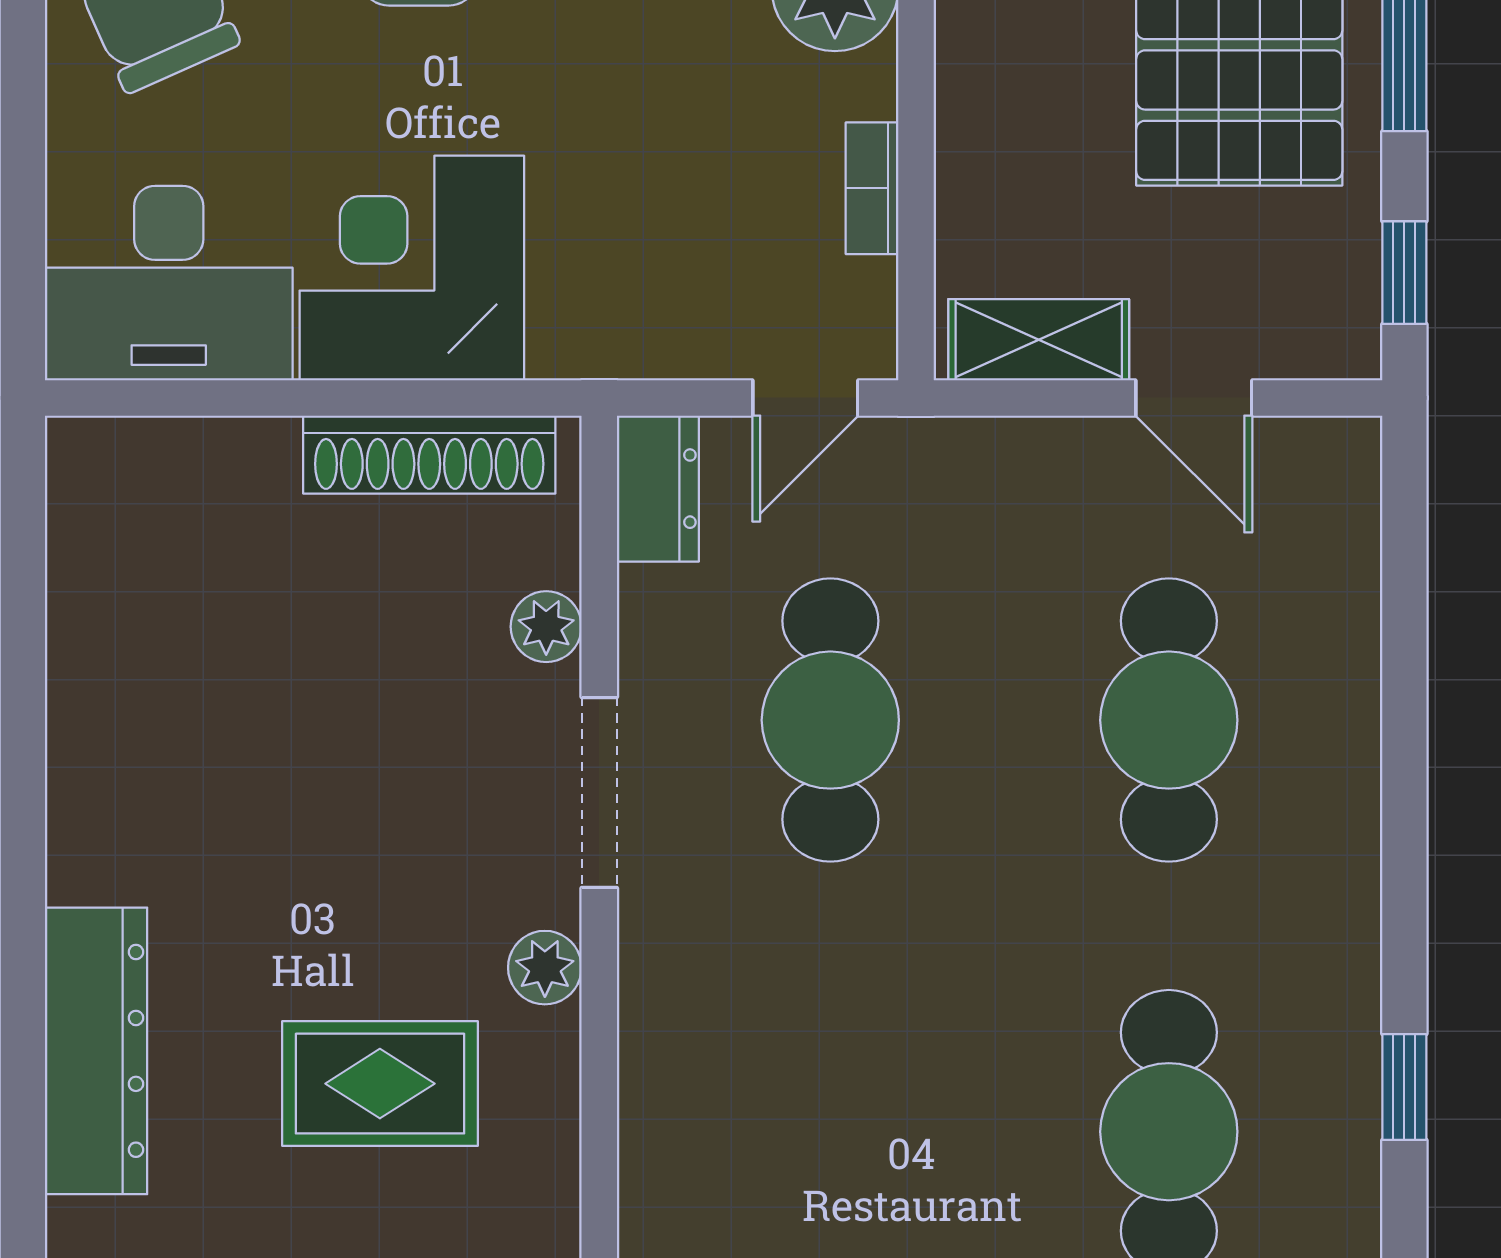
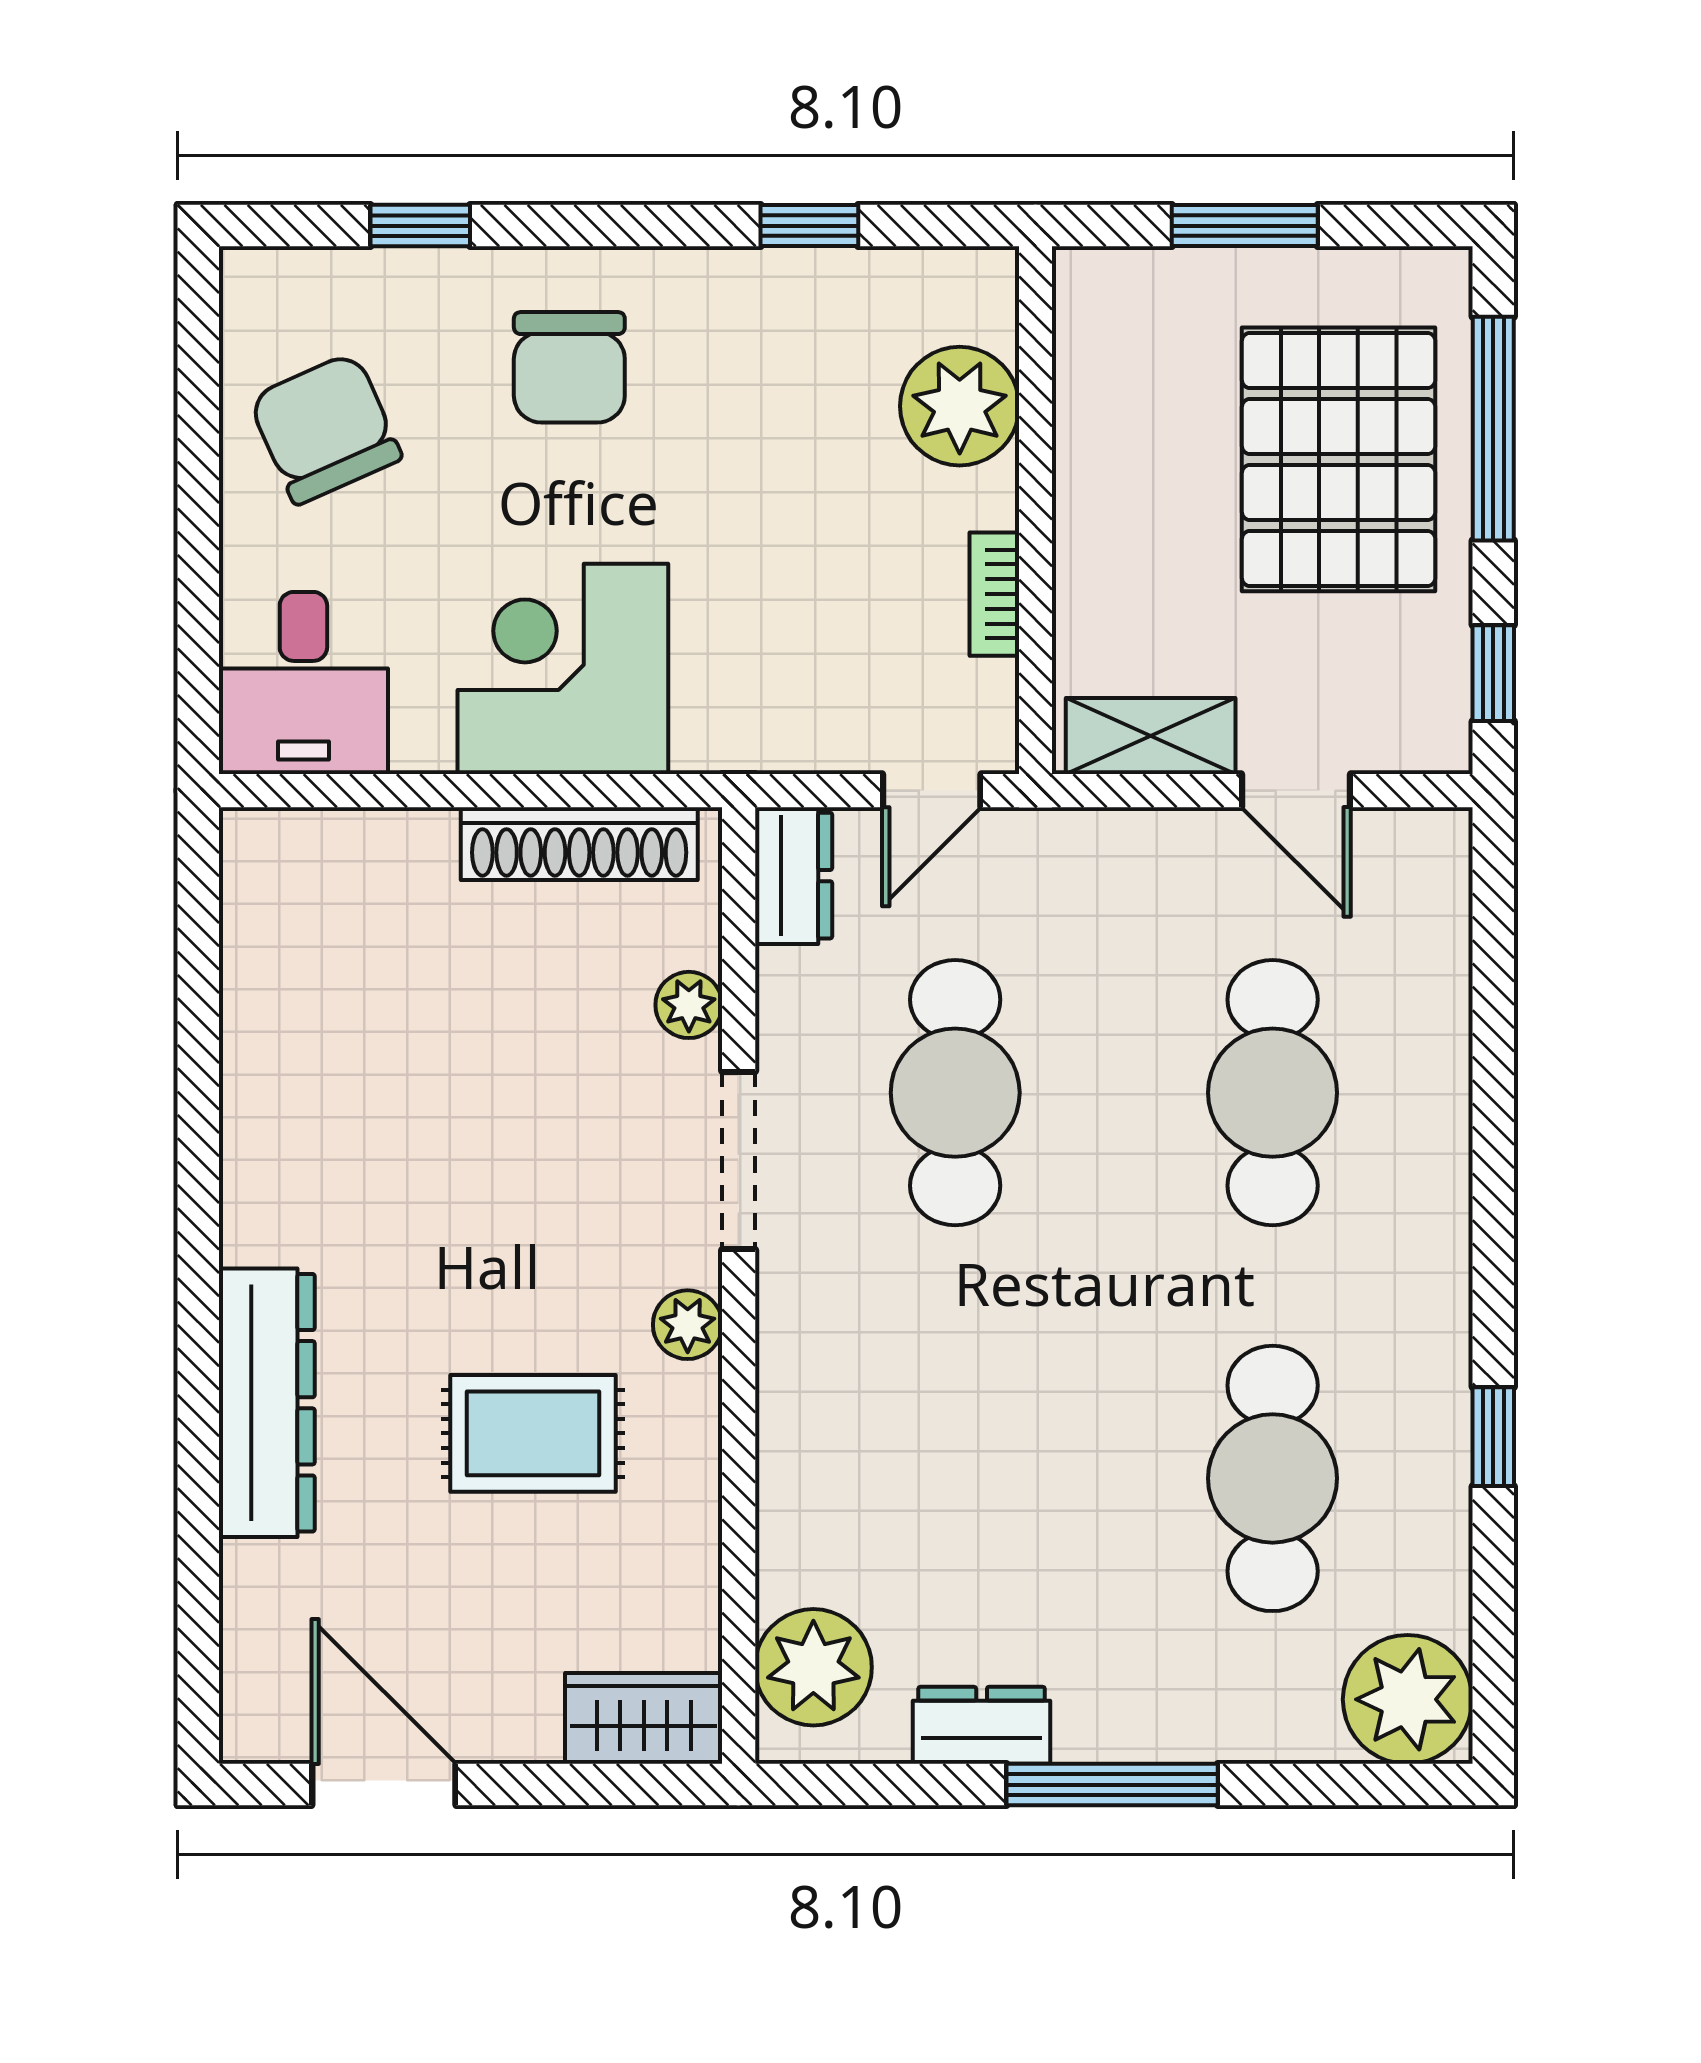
desk: (169, 283) -> (303, 683), width x0.73

